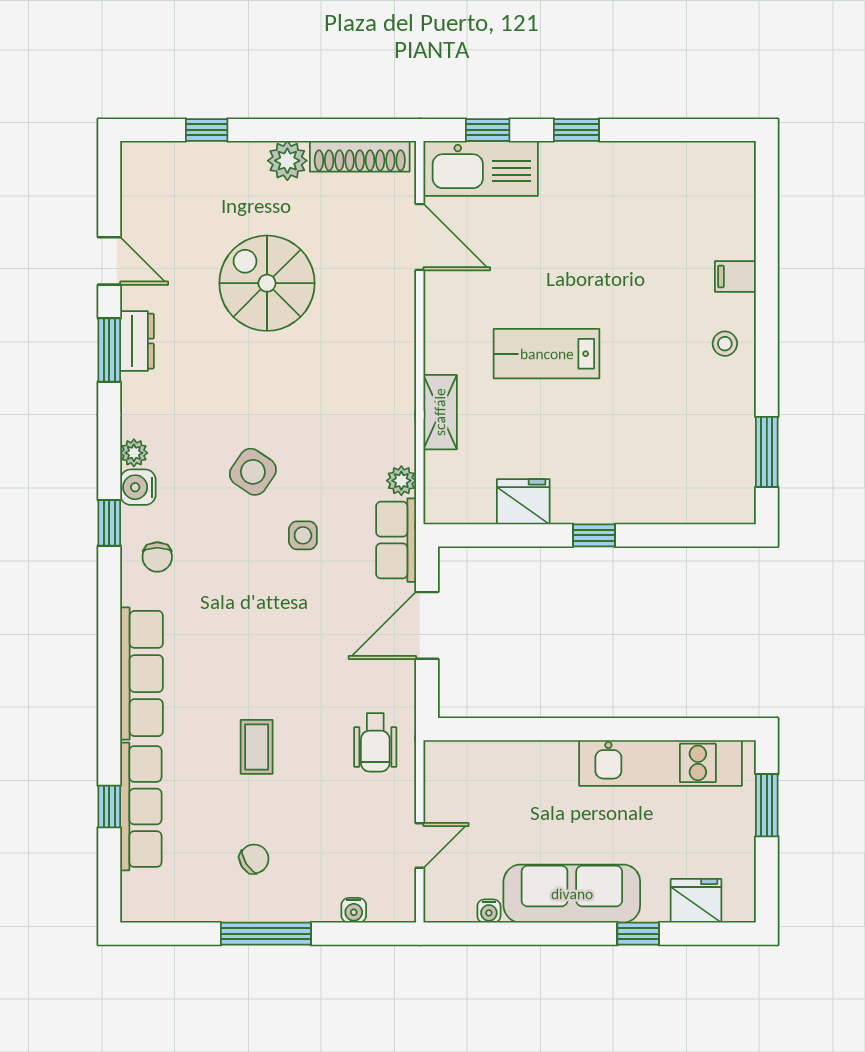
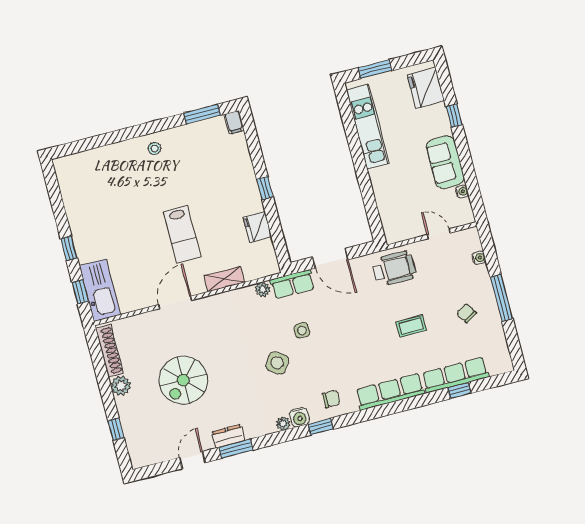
door: (420, 237) -> (175, 302), moved
filing cabinet: (735, 276) -> (234, 122), moved
wheelchair: (375, 742) -> (394, 269), width x1.36, depth x1.37
sofa: (572, 894) -> (445, 162), width x0.73
fridge: (696, 901) -> (426, 88), width x1.36, depth x1.34

